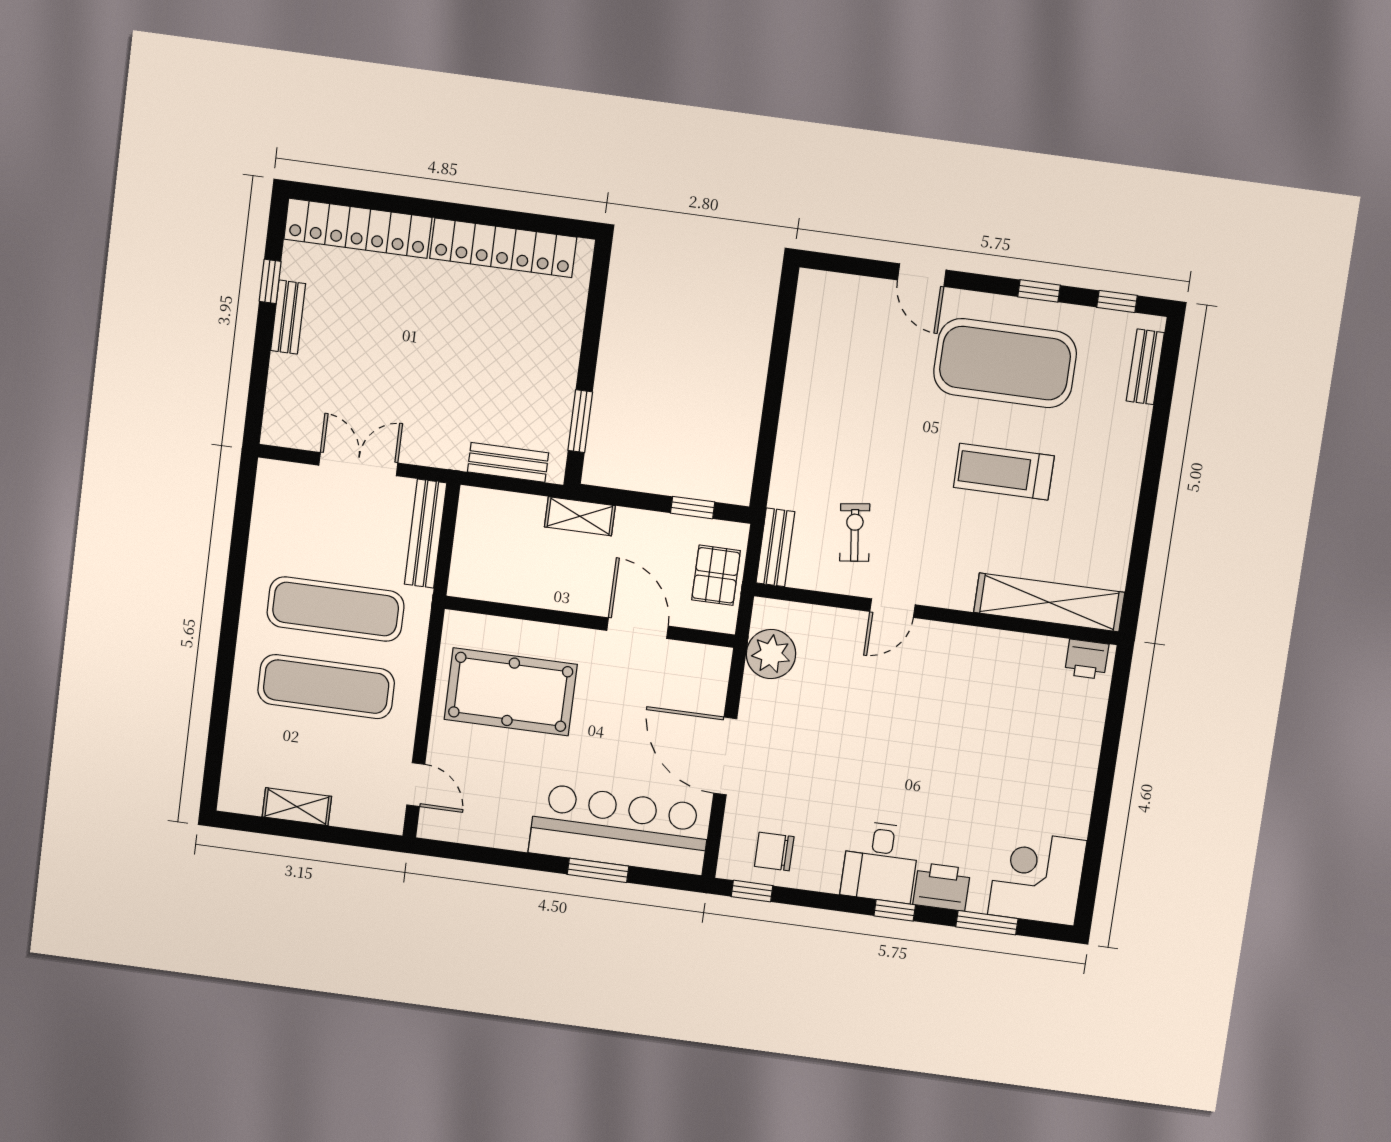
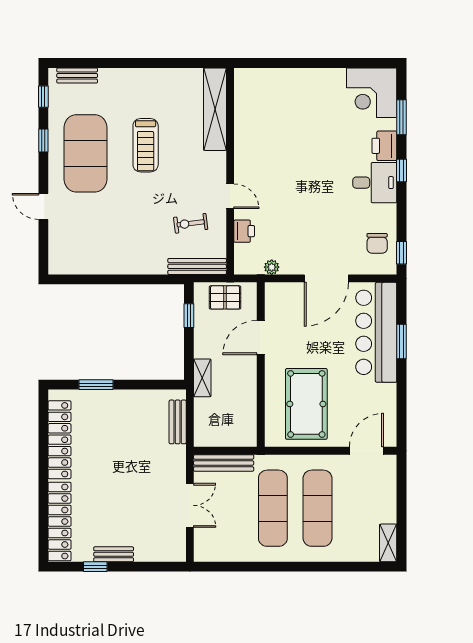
door: (922, 275) -> (43, 206), swing flipped
window: (580, 421) -> (96, 385), moved
double door: (358, 464) -> (190, 505), swing flipped
bench: (775, 547) -> (197, 266), width x1.36
plant: (771, 654) -> (272, 267), width x0.53, depth x0.53
printer: (1087, 659) -> (244, 231), moved
door: (416, 785) -> (366, 451), width x1.38
shelving: (297, 807) -> (388, 543), moved

